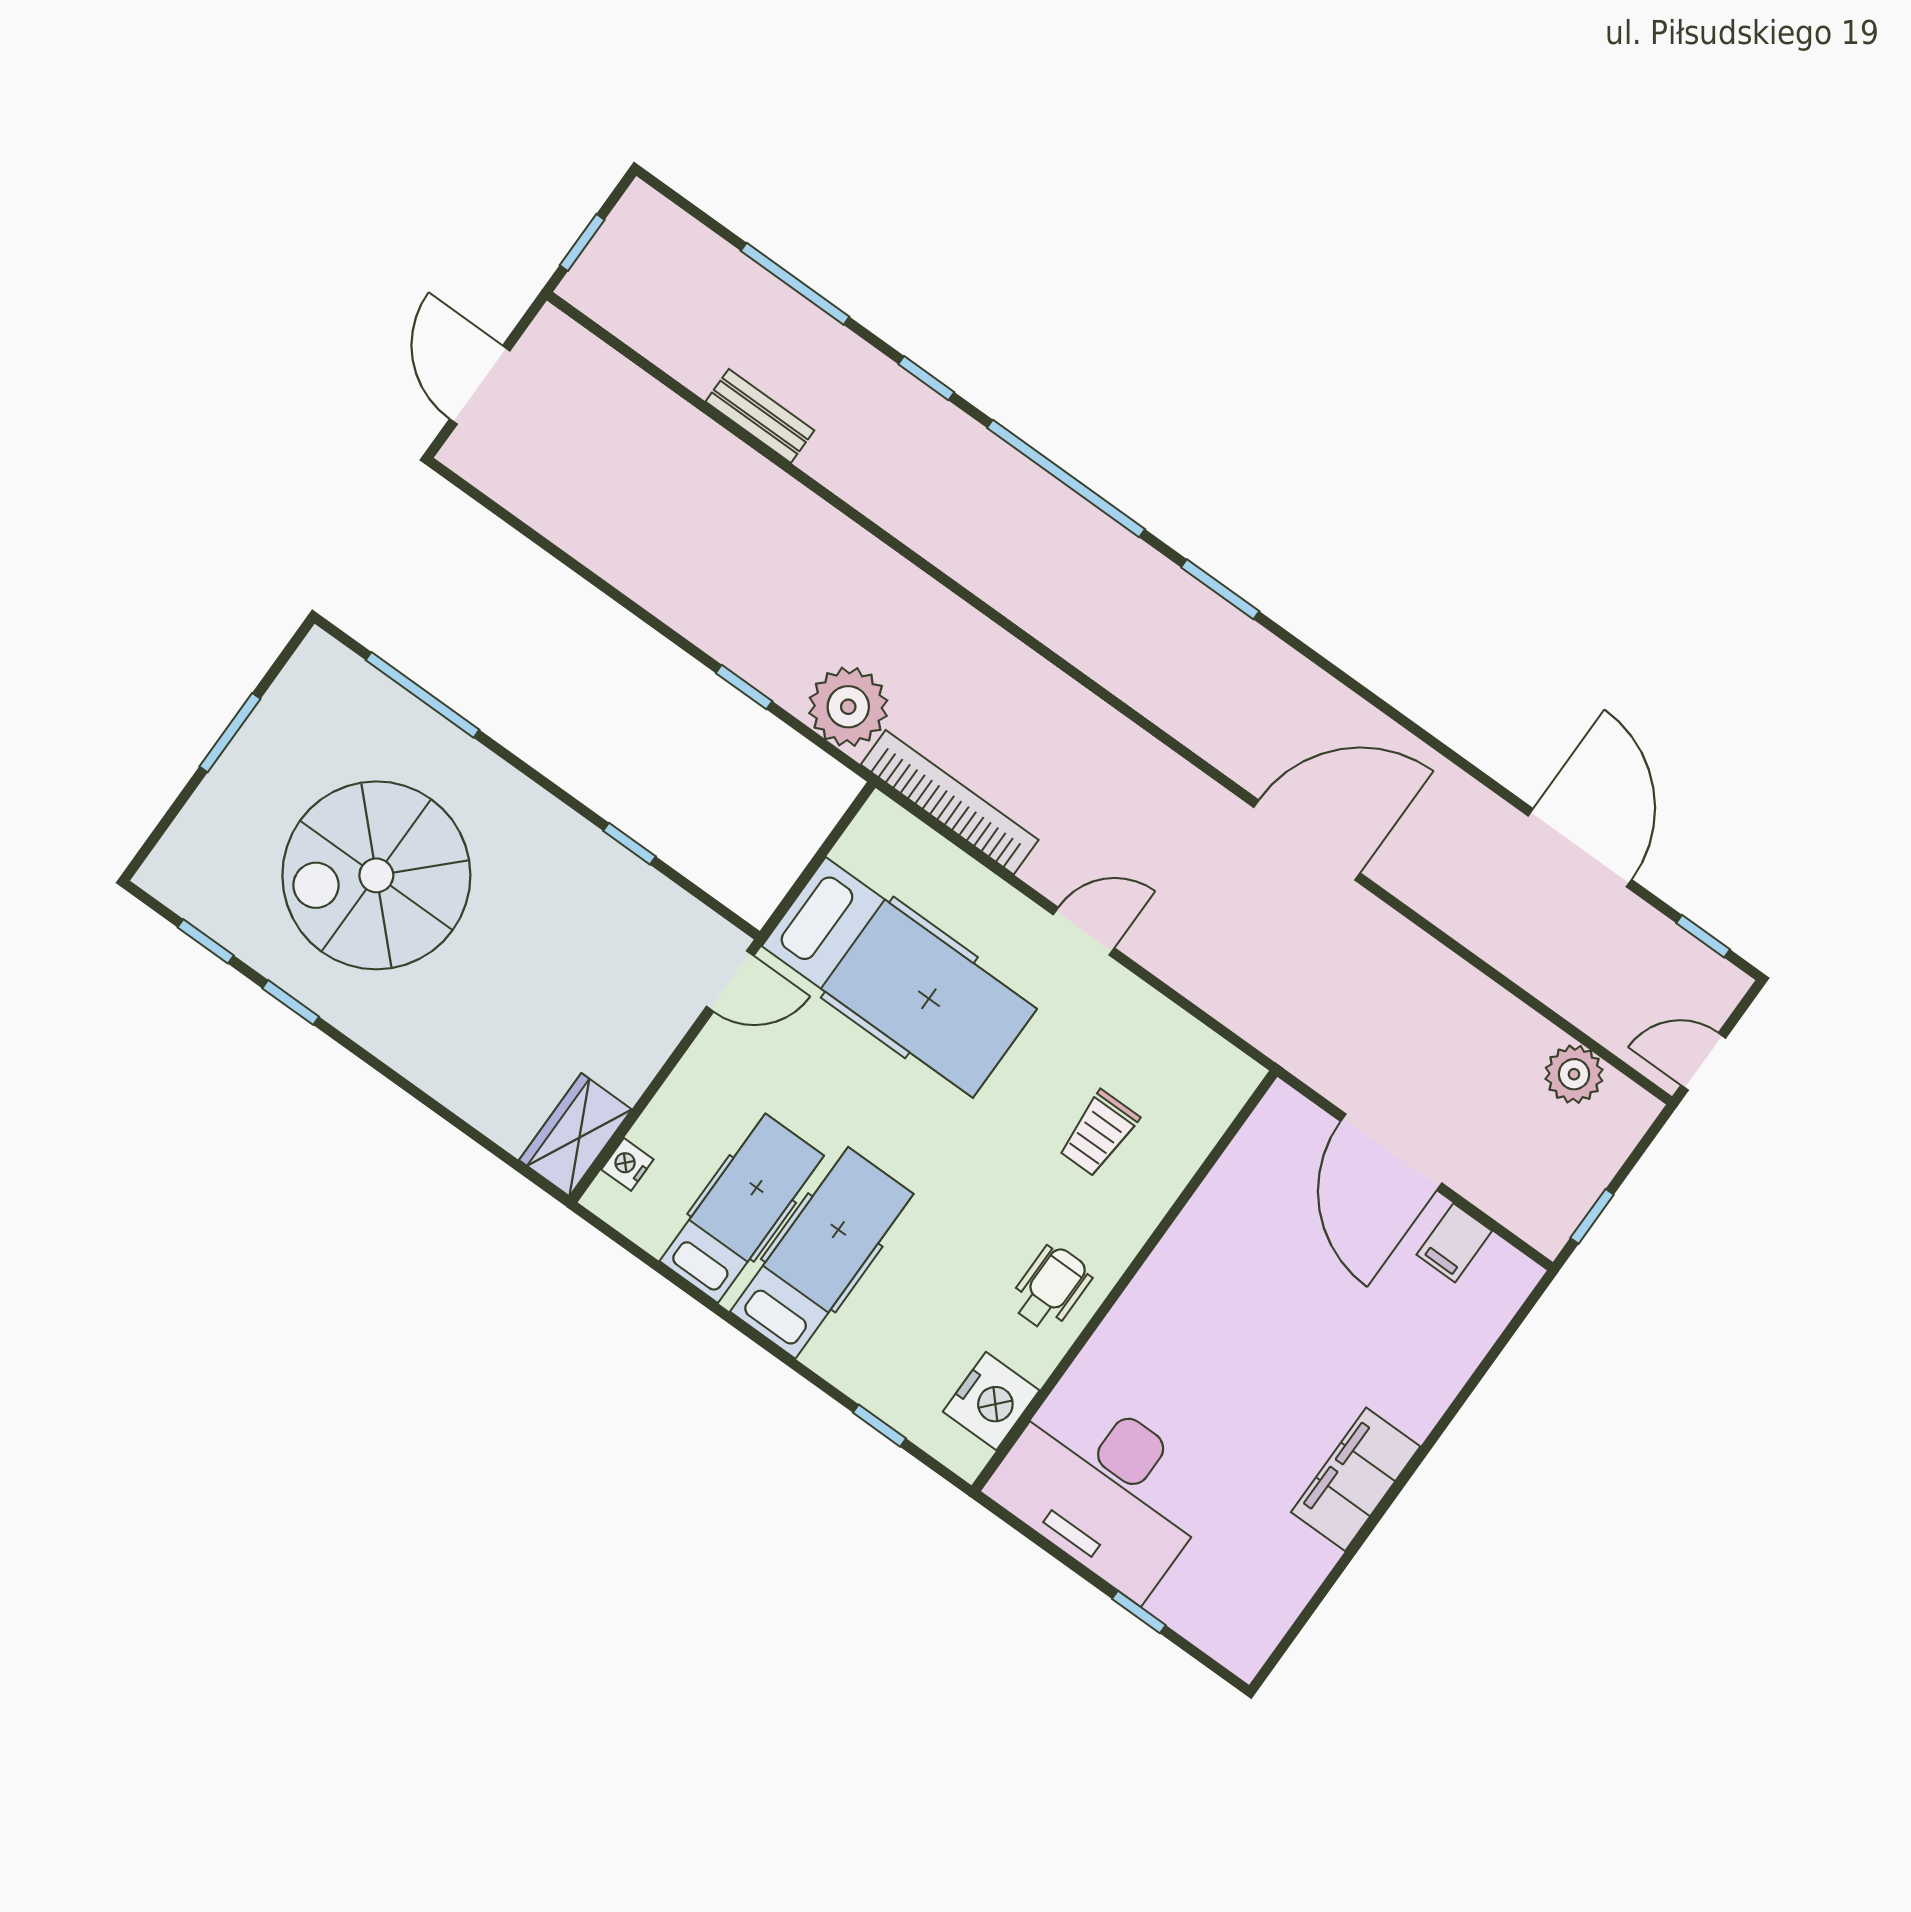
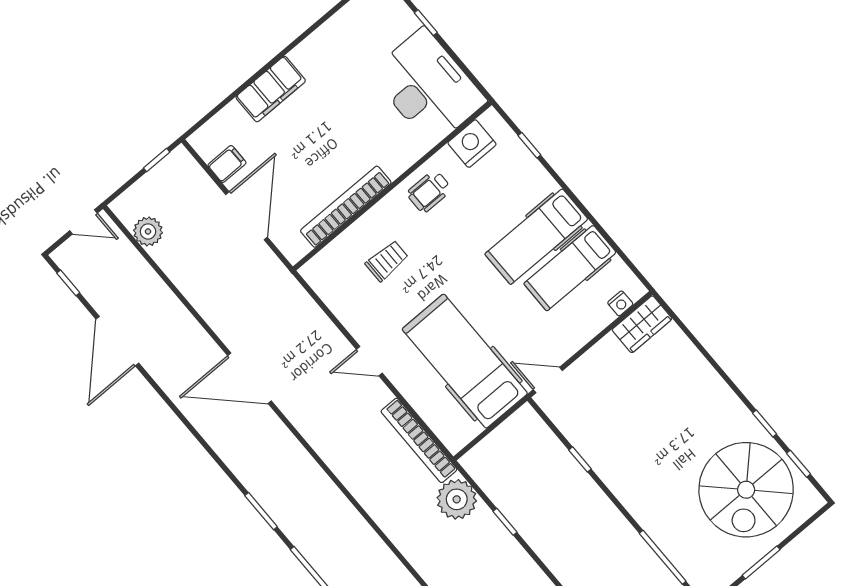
spiral stairs: (376, 875) -> (746, 490), moved, turned 90
bookcase: (1204, 1218) -> (346, 207), added
filing cabinet: (1356, 1479) -> (271, 89), moved

